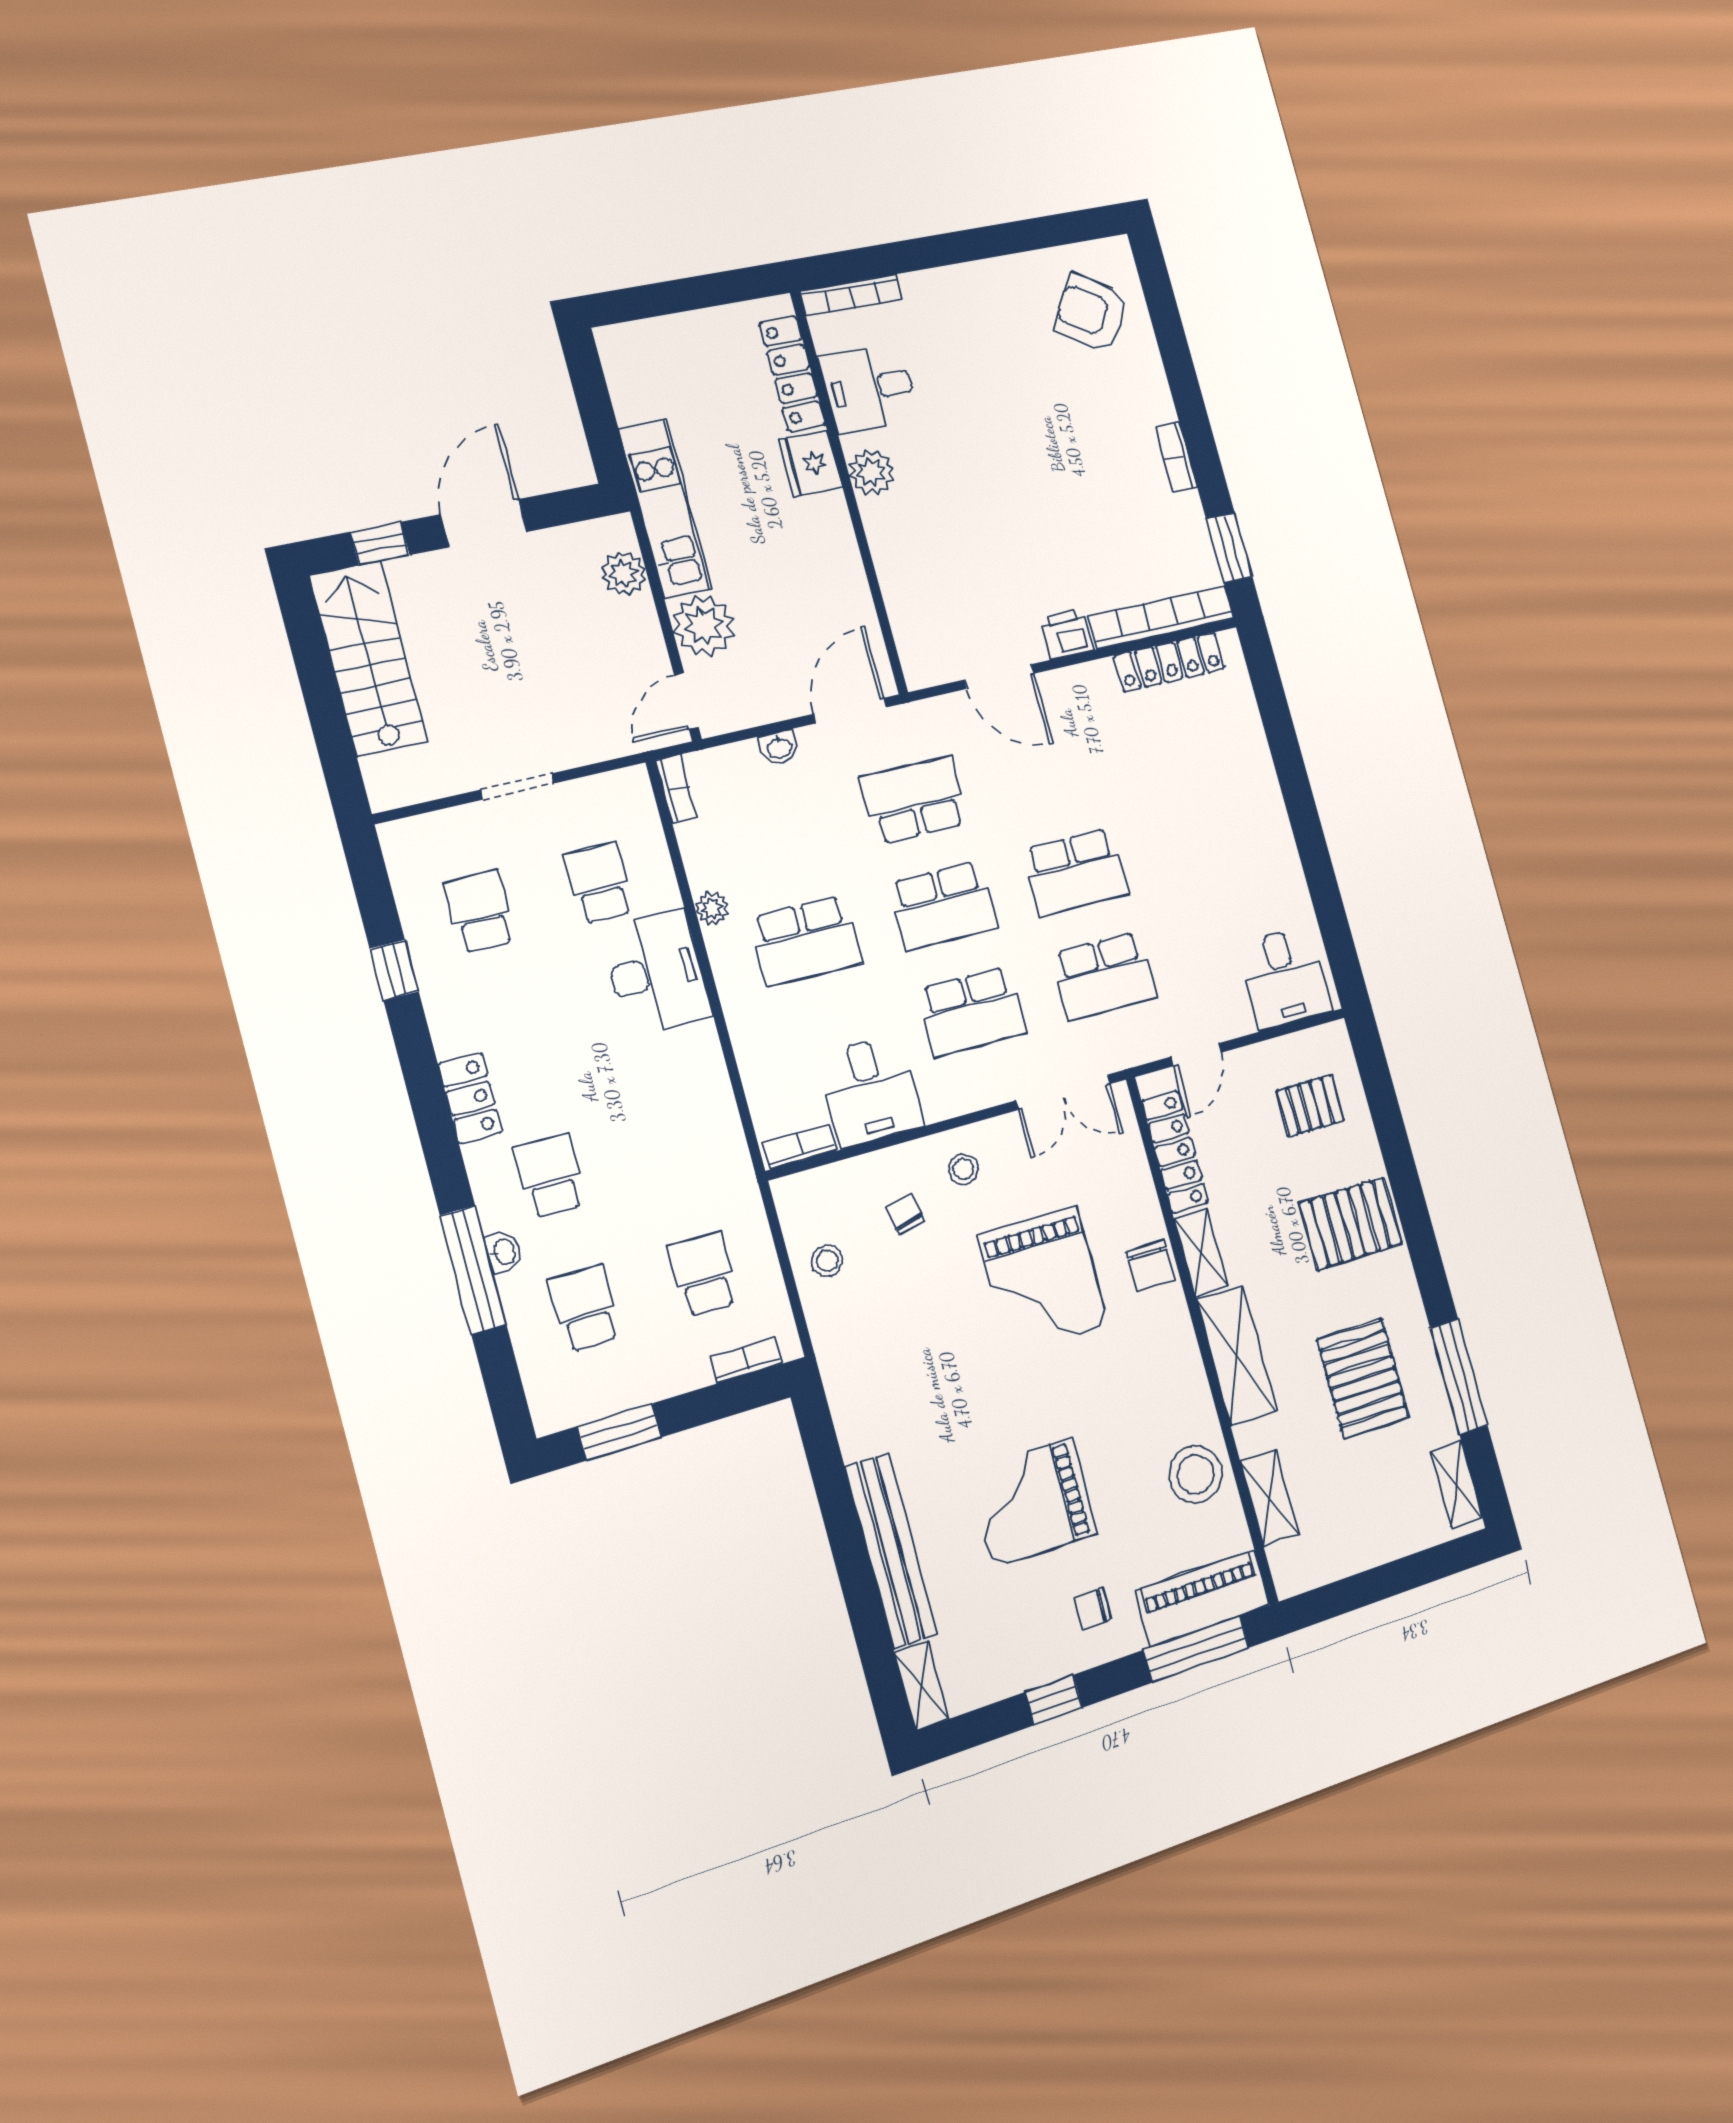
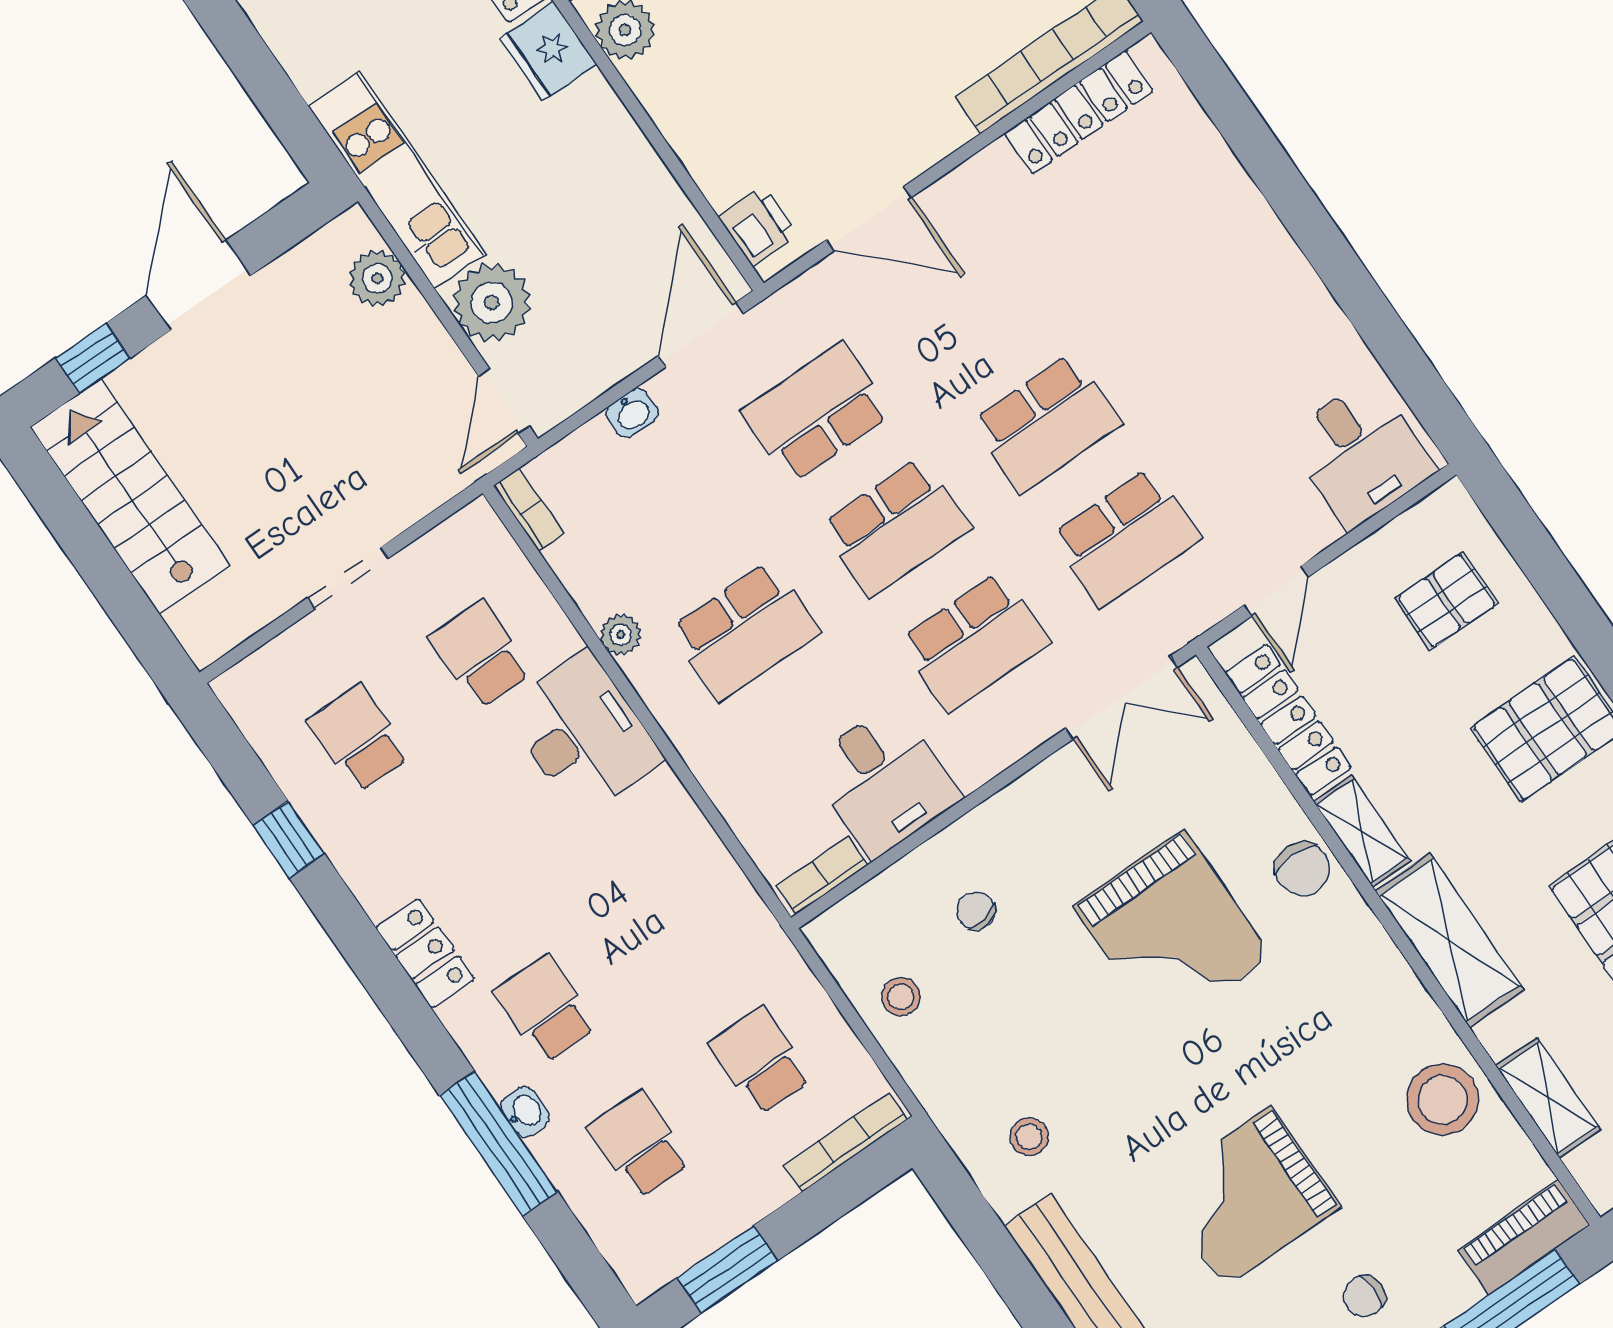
printer: (1067, 634) -> (758, 226), moved, turned 90
stool: (963, 1169) -> (1029, 1137), moved
bookcase: (746, 1360) -> (846, 1142), width x1.56
piano: (1203, 1598) -> (1524, 1237), width x0.73, depth x0.75

